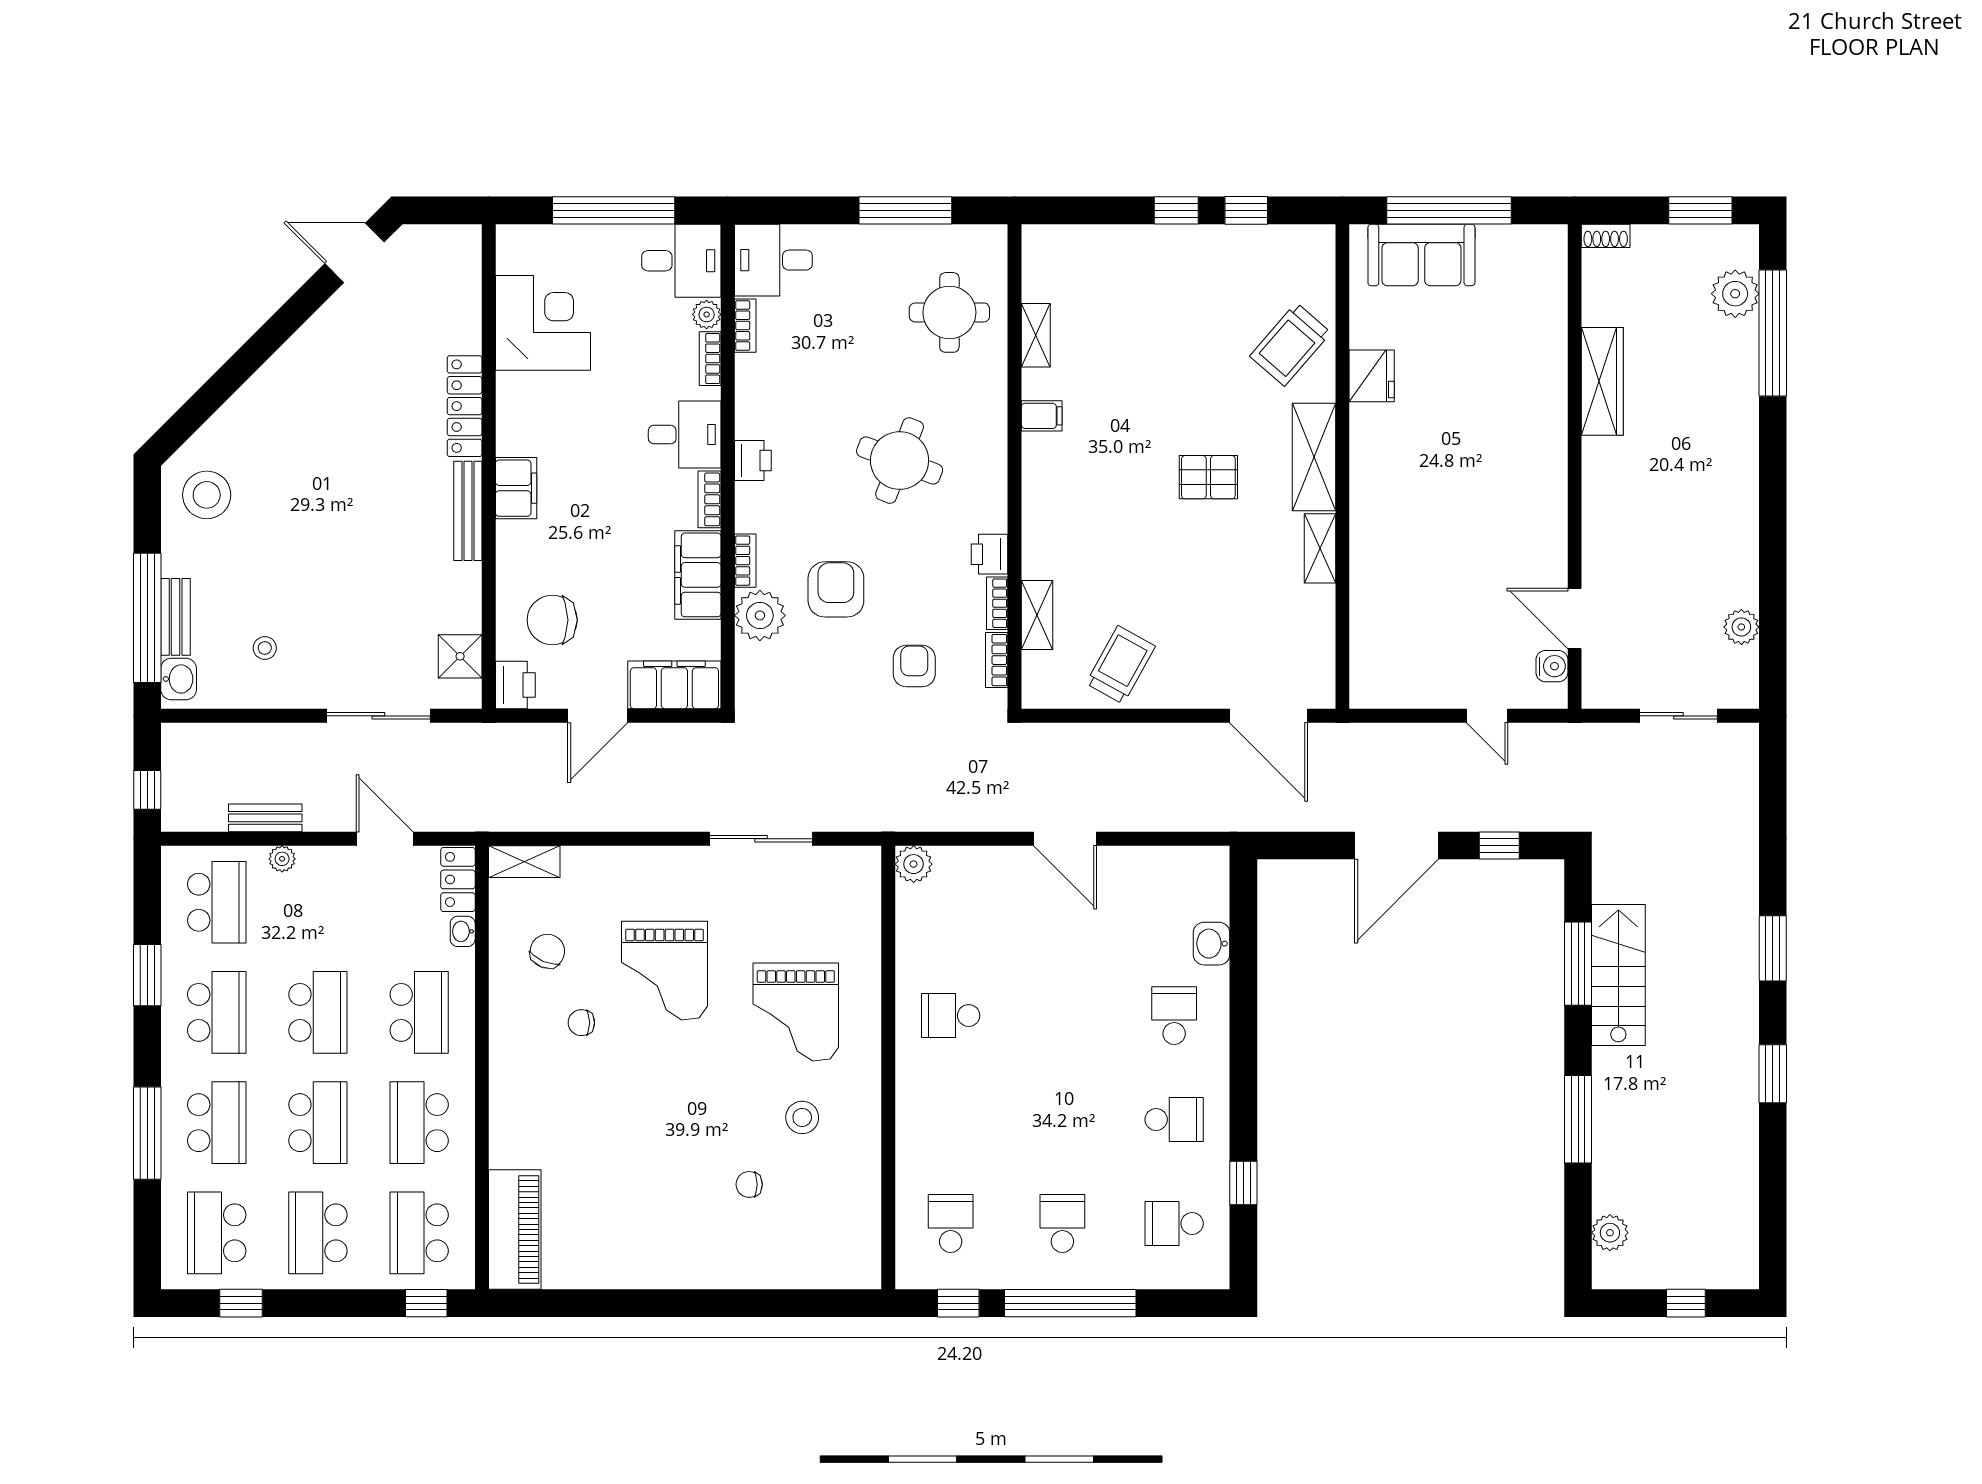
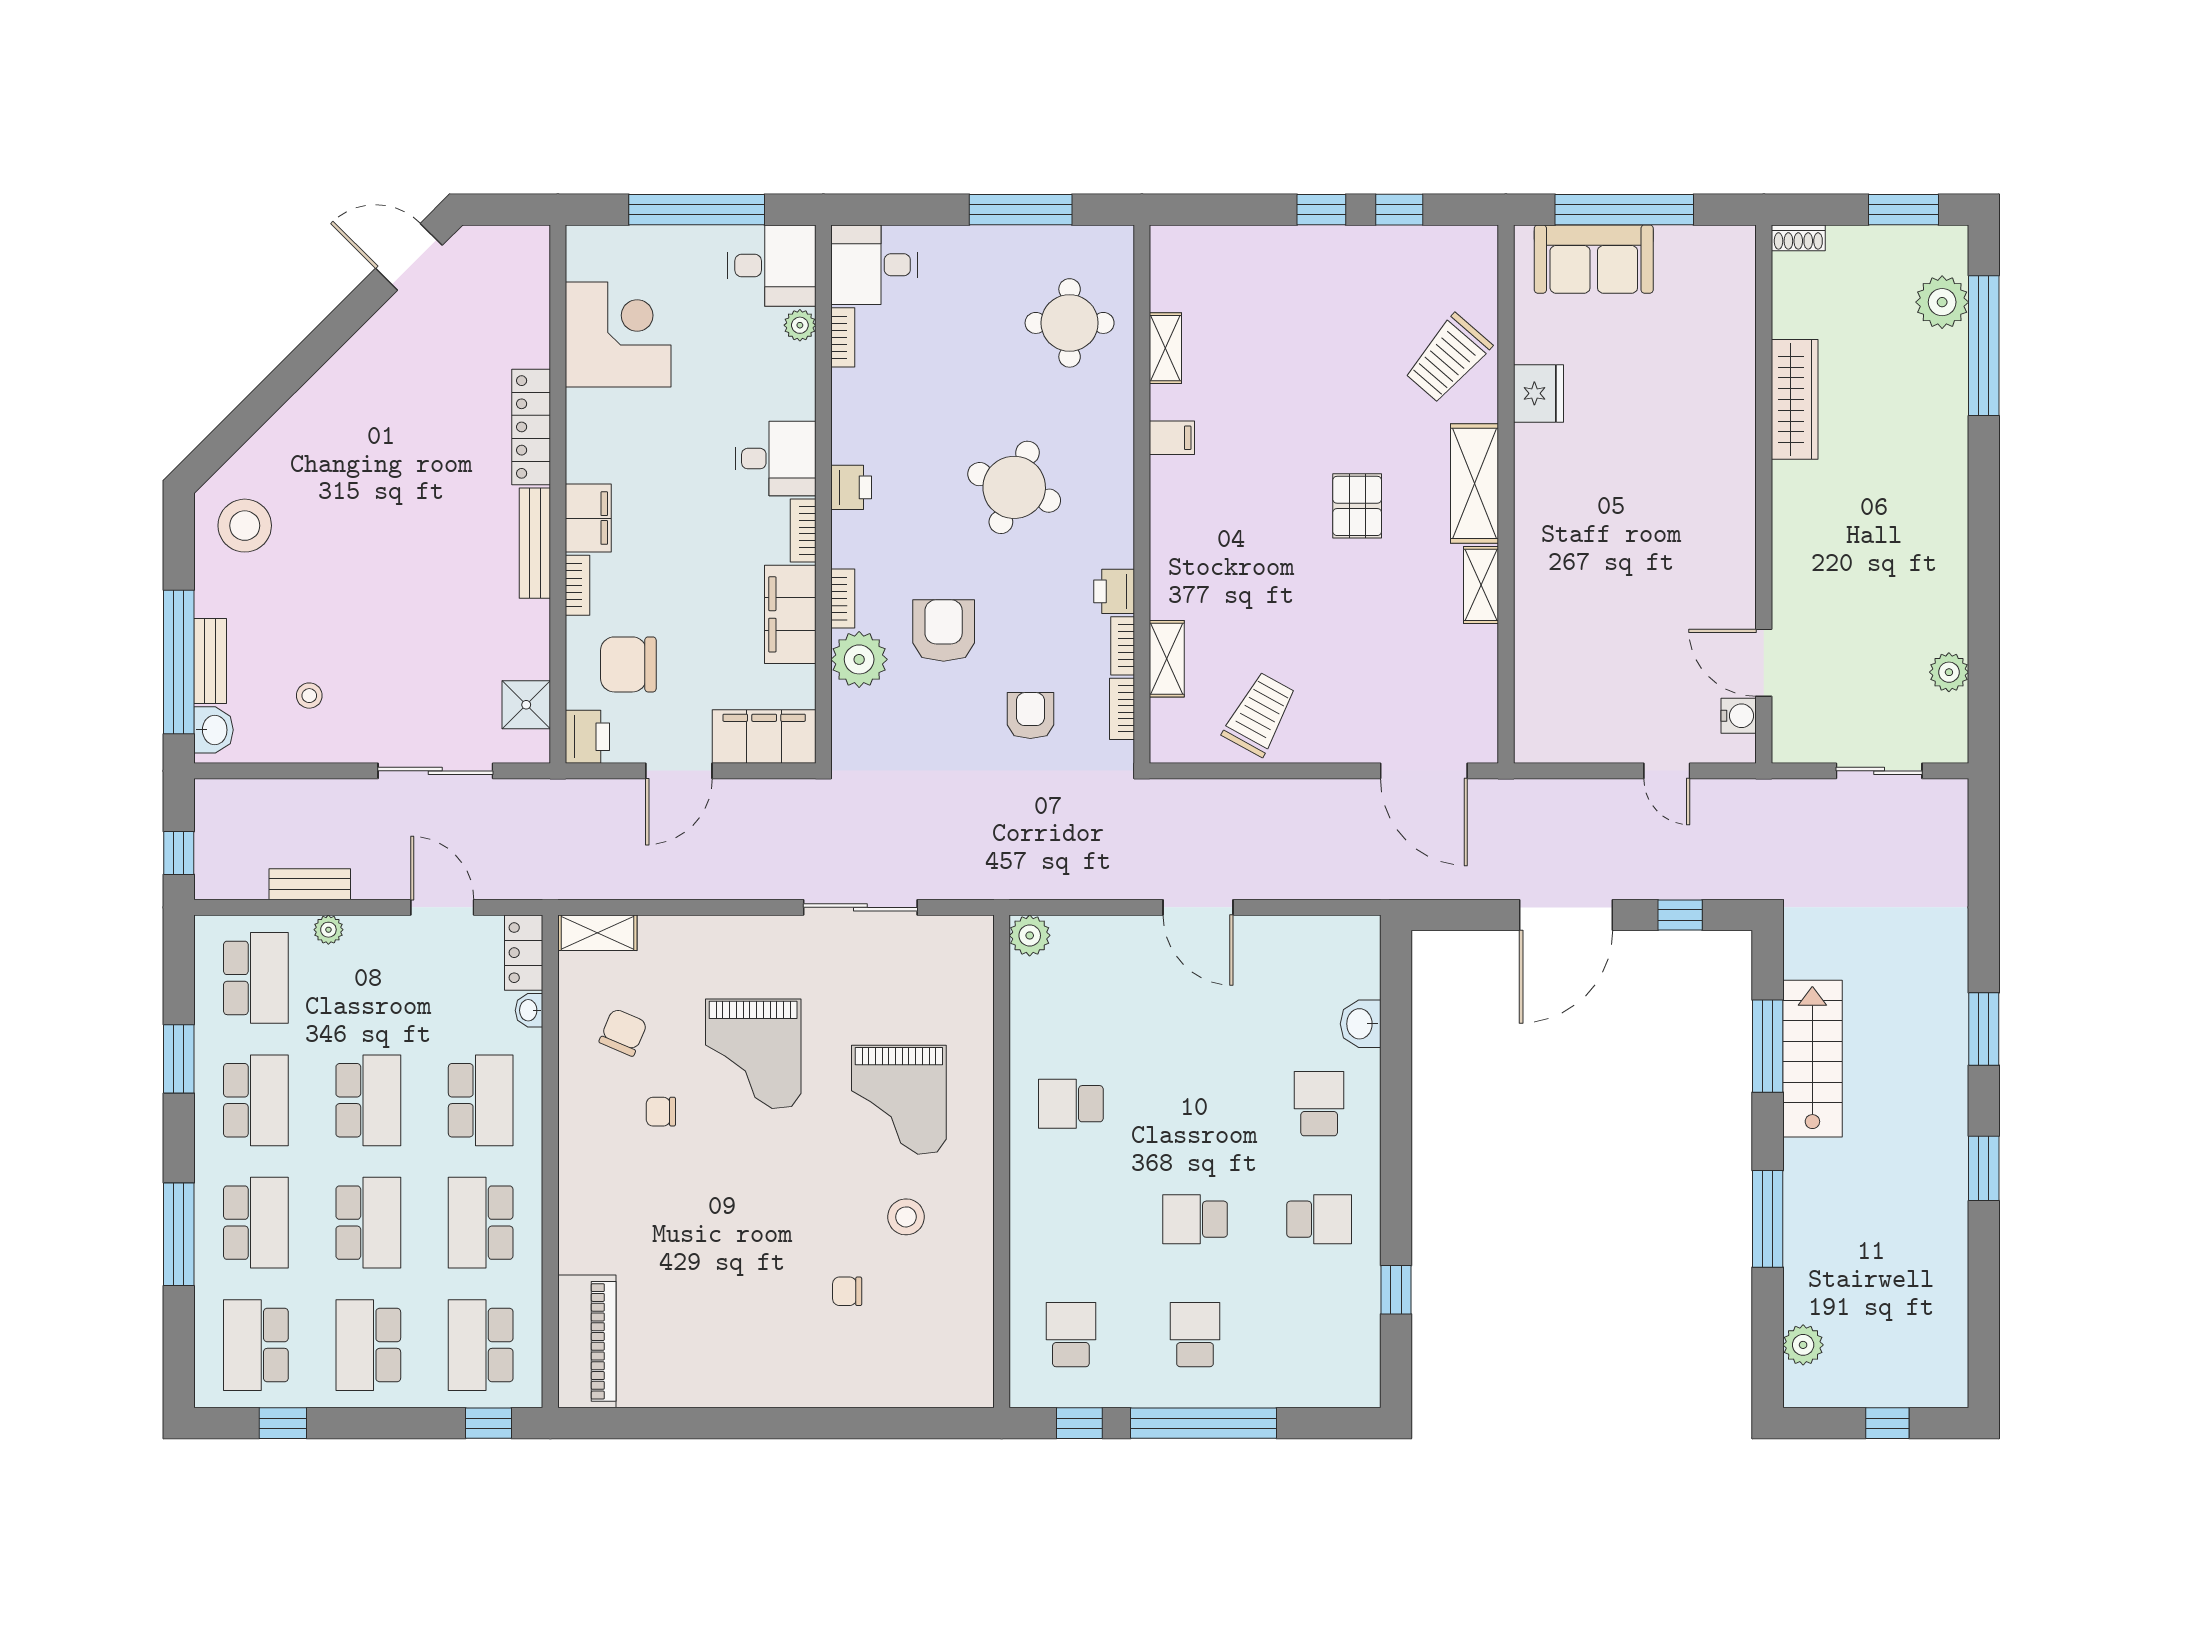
bookcase: (710, 359) -> (577, 585), moved, turned 180
pallet: (1208, 477) -> (1357, 506), turned 90
school desk: (1174, 1224) -> (1195, 1219), moved

